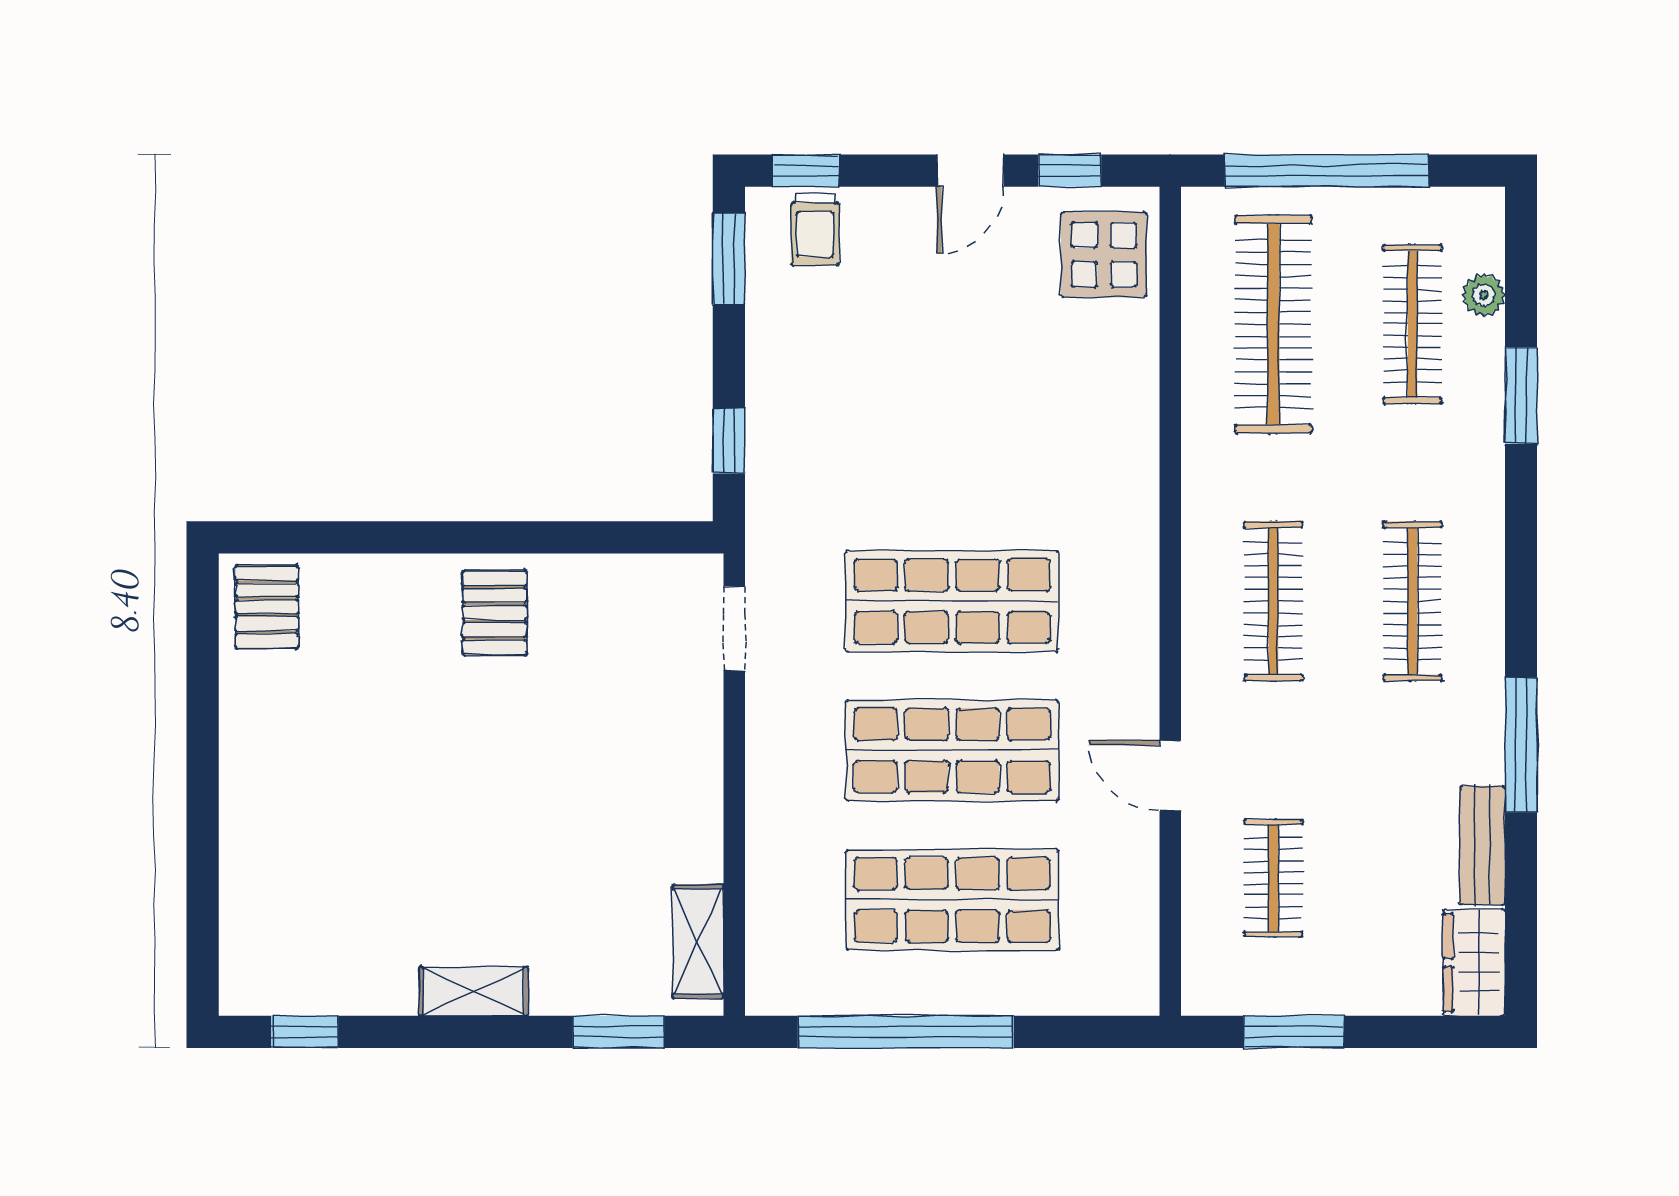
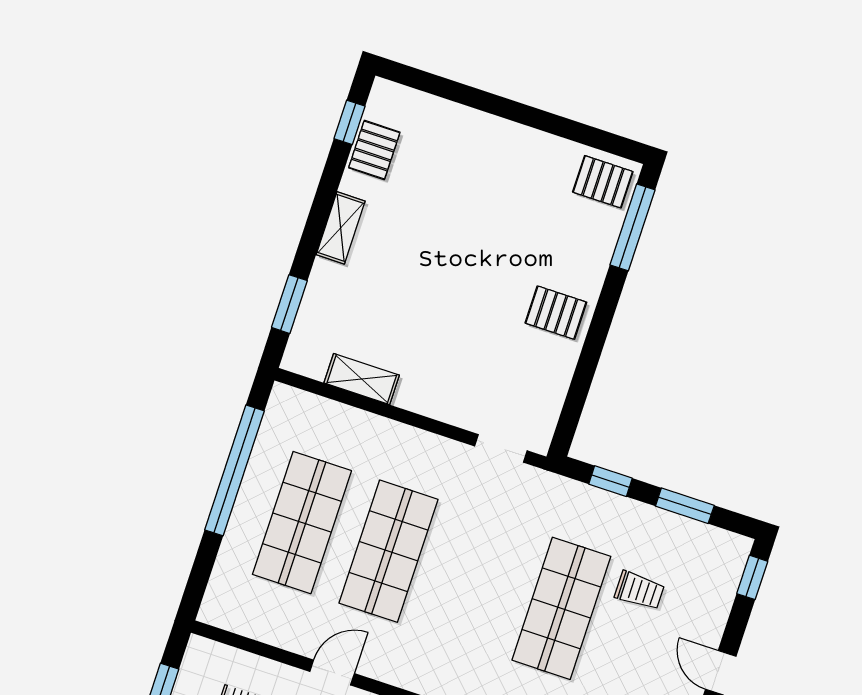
trolley: (815, 229) -> (639, 590), moved, turned 180
window: (729, 259) -> (685, 506), moved
window: (322, 537) -> (632, 227), added
shop shelf: (952, 601) -> (561, 608), moved
shelving: (698, 941) -> (362, 379), moved
pallet: (335, 979) -> (374, 150), added

